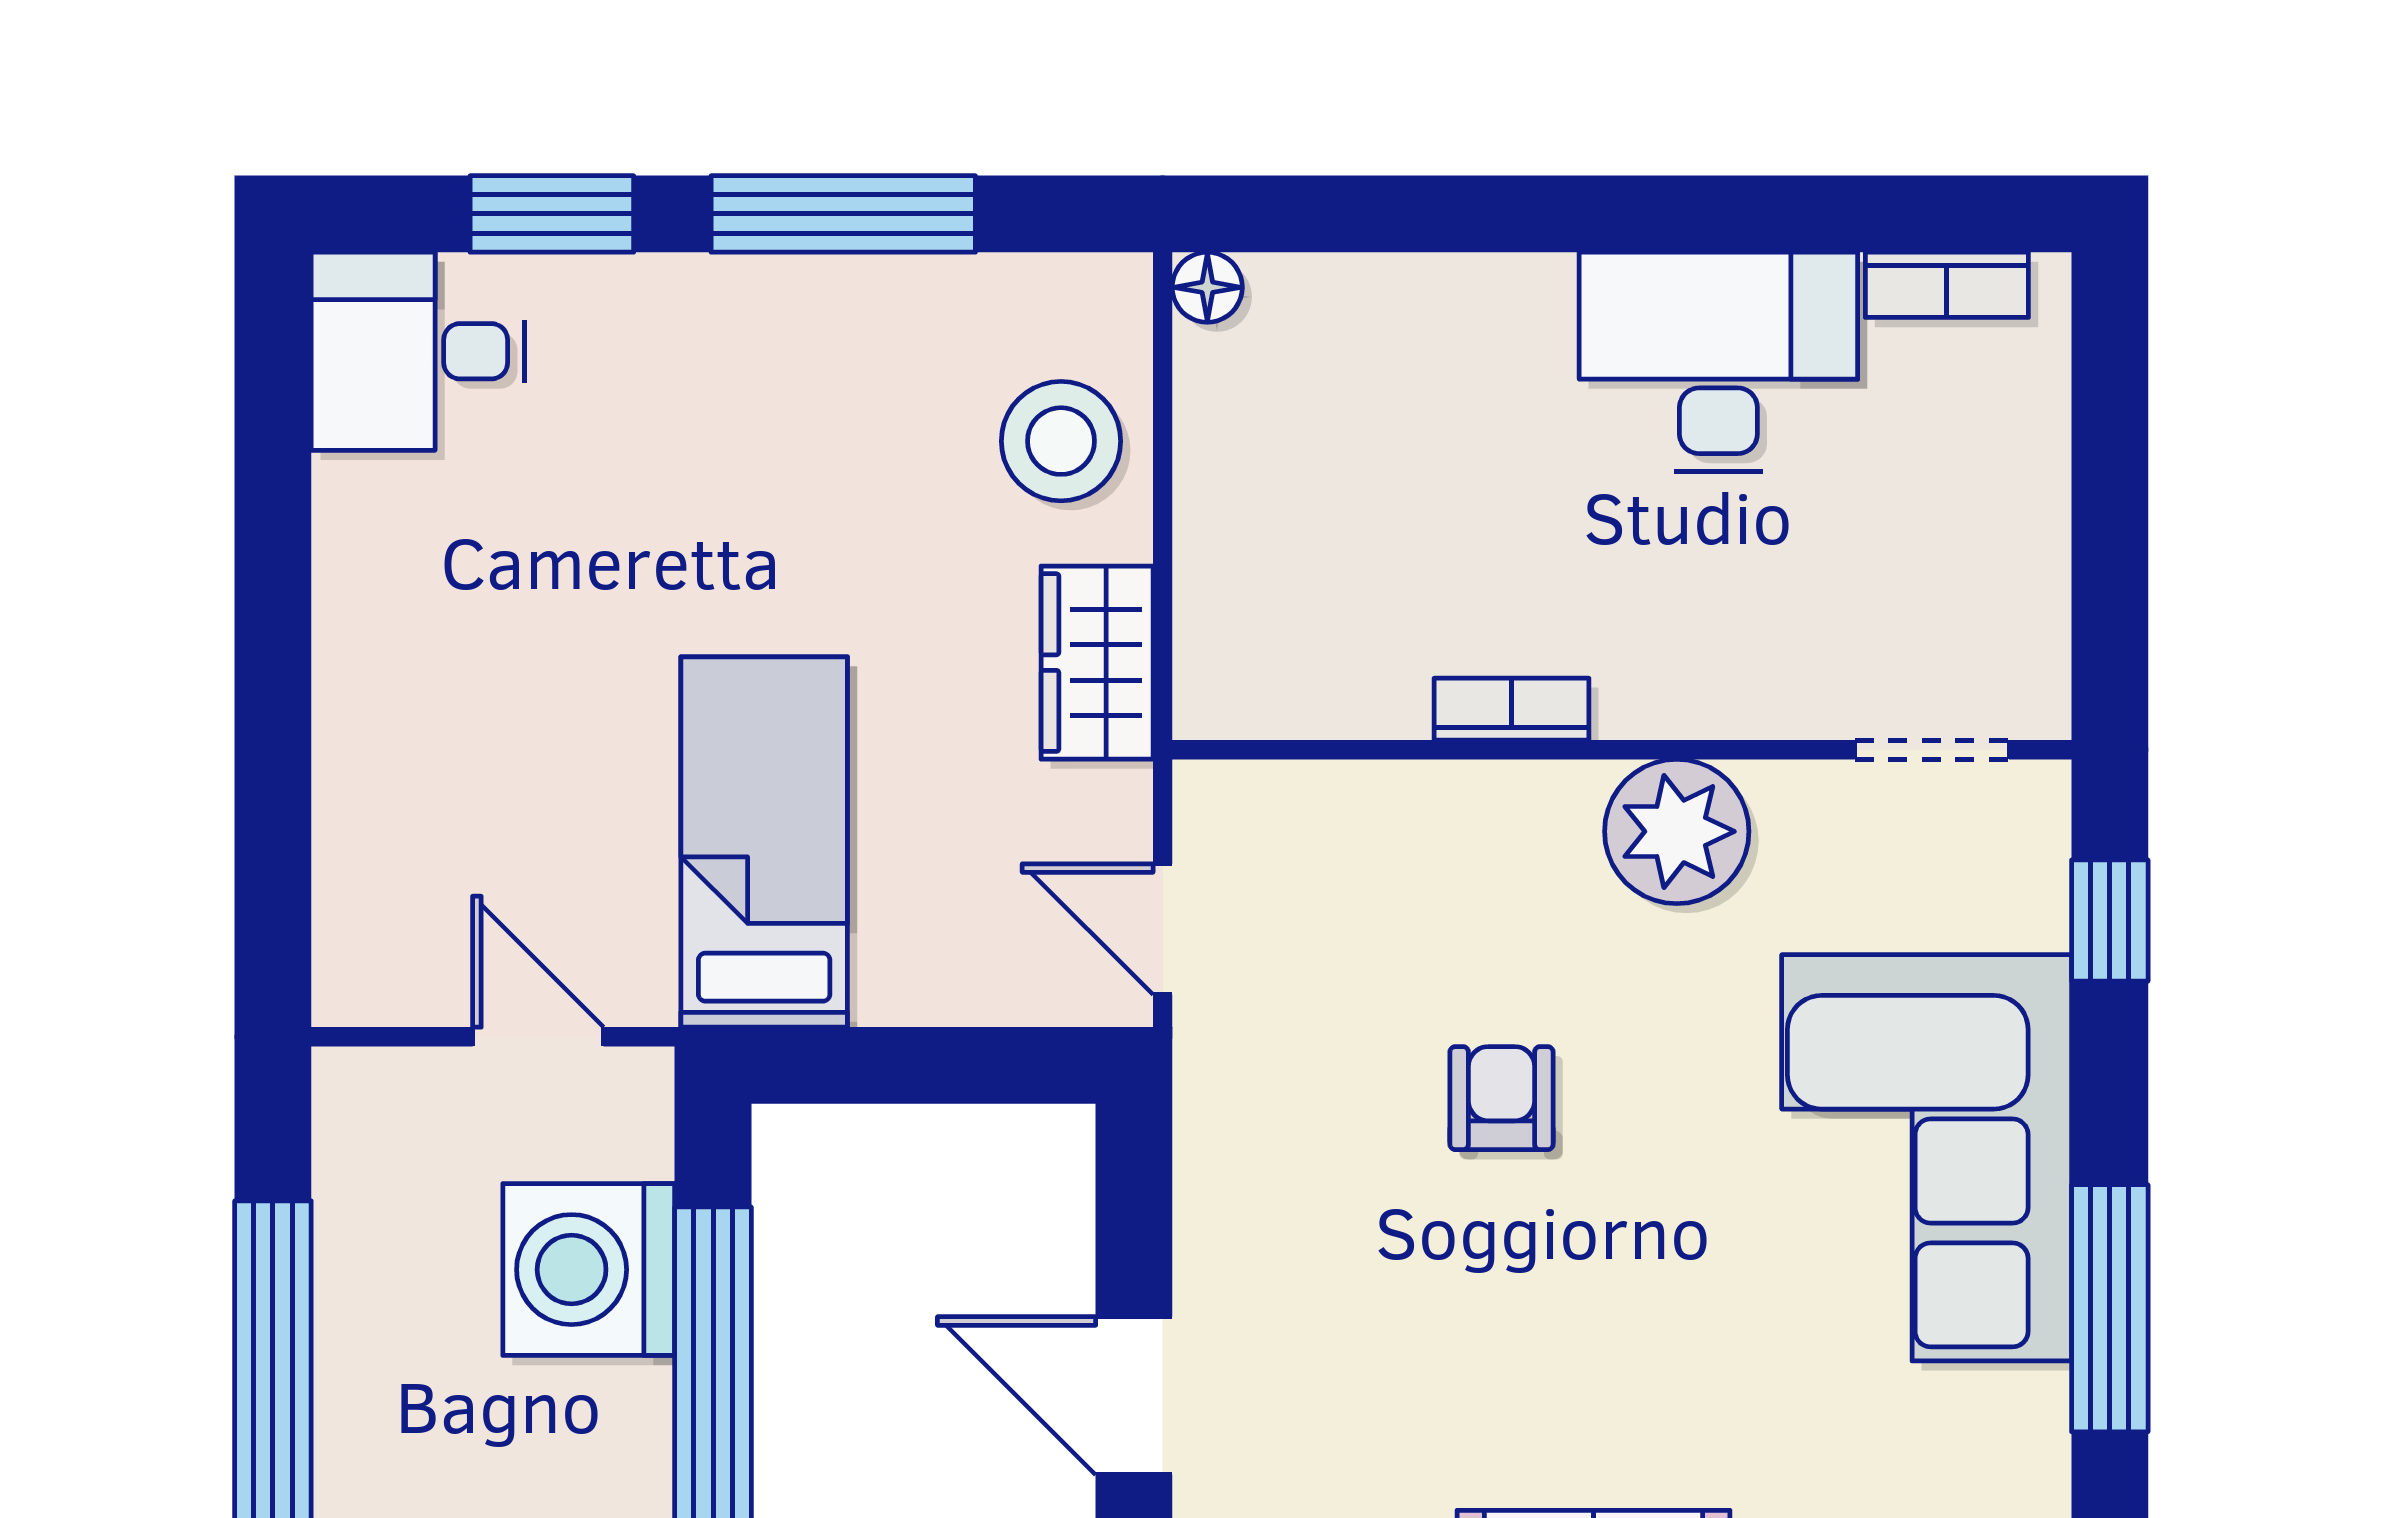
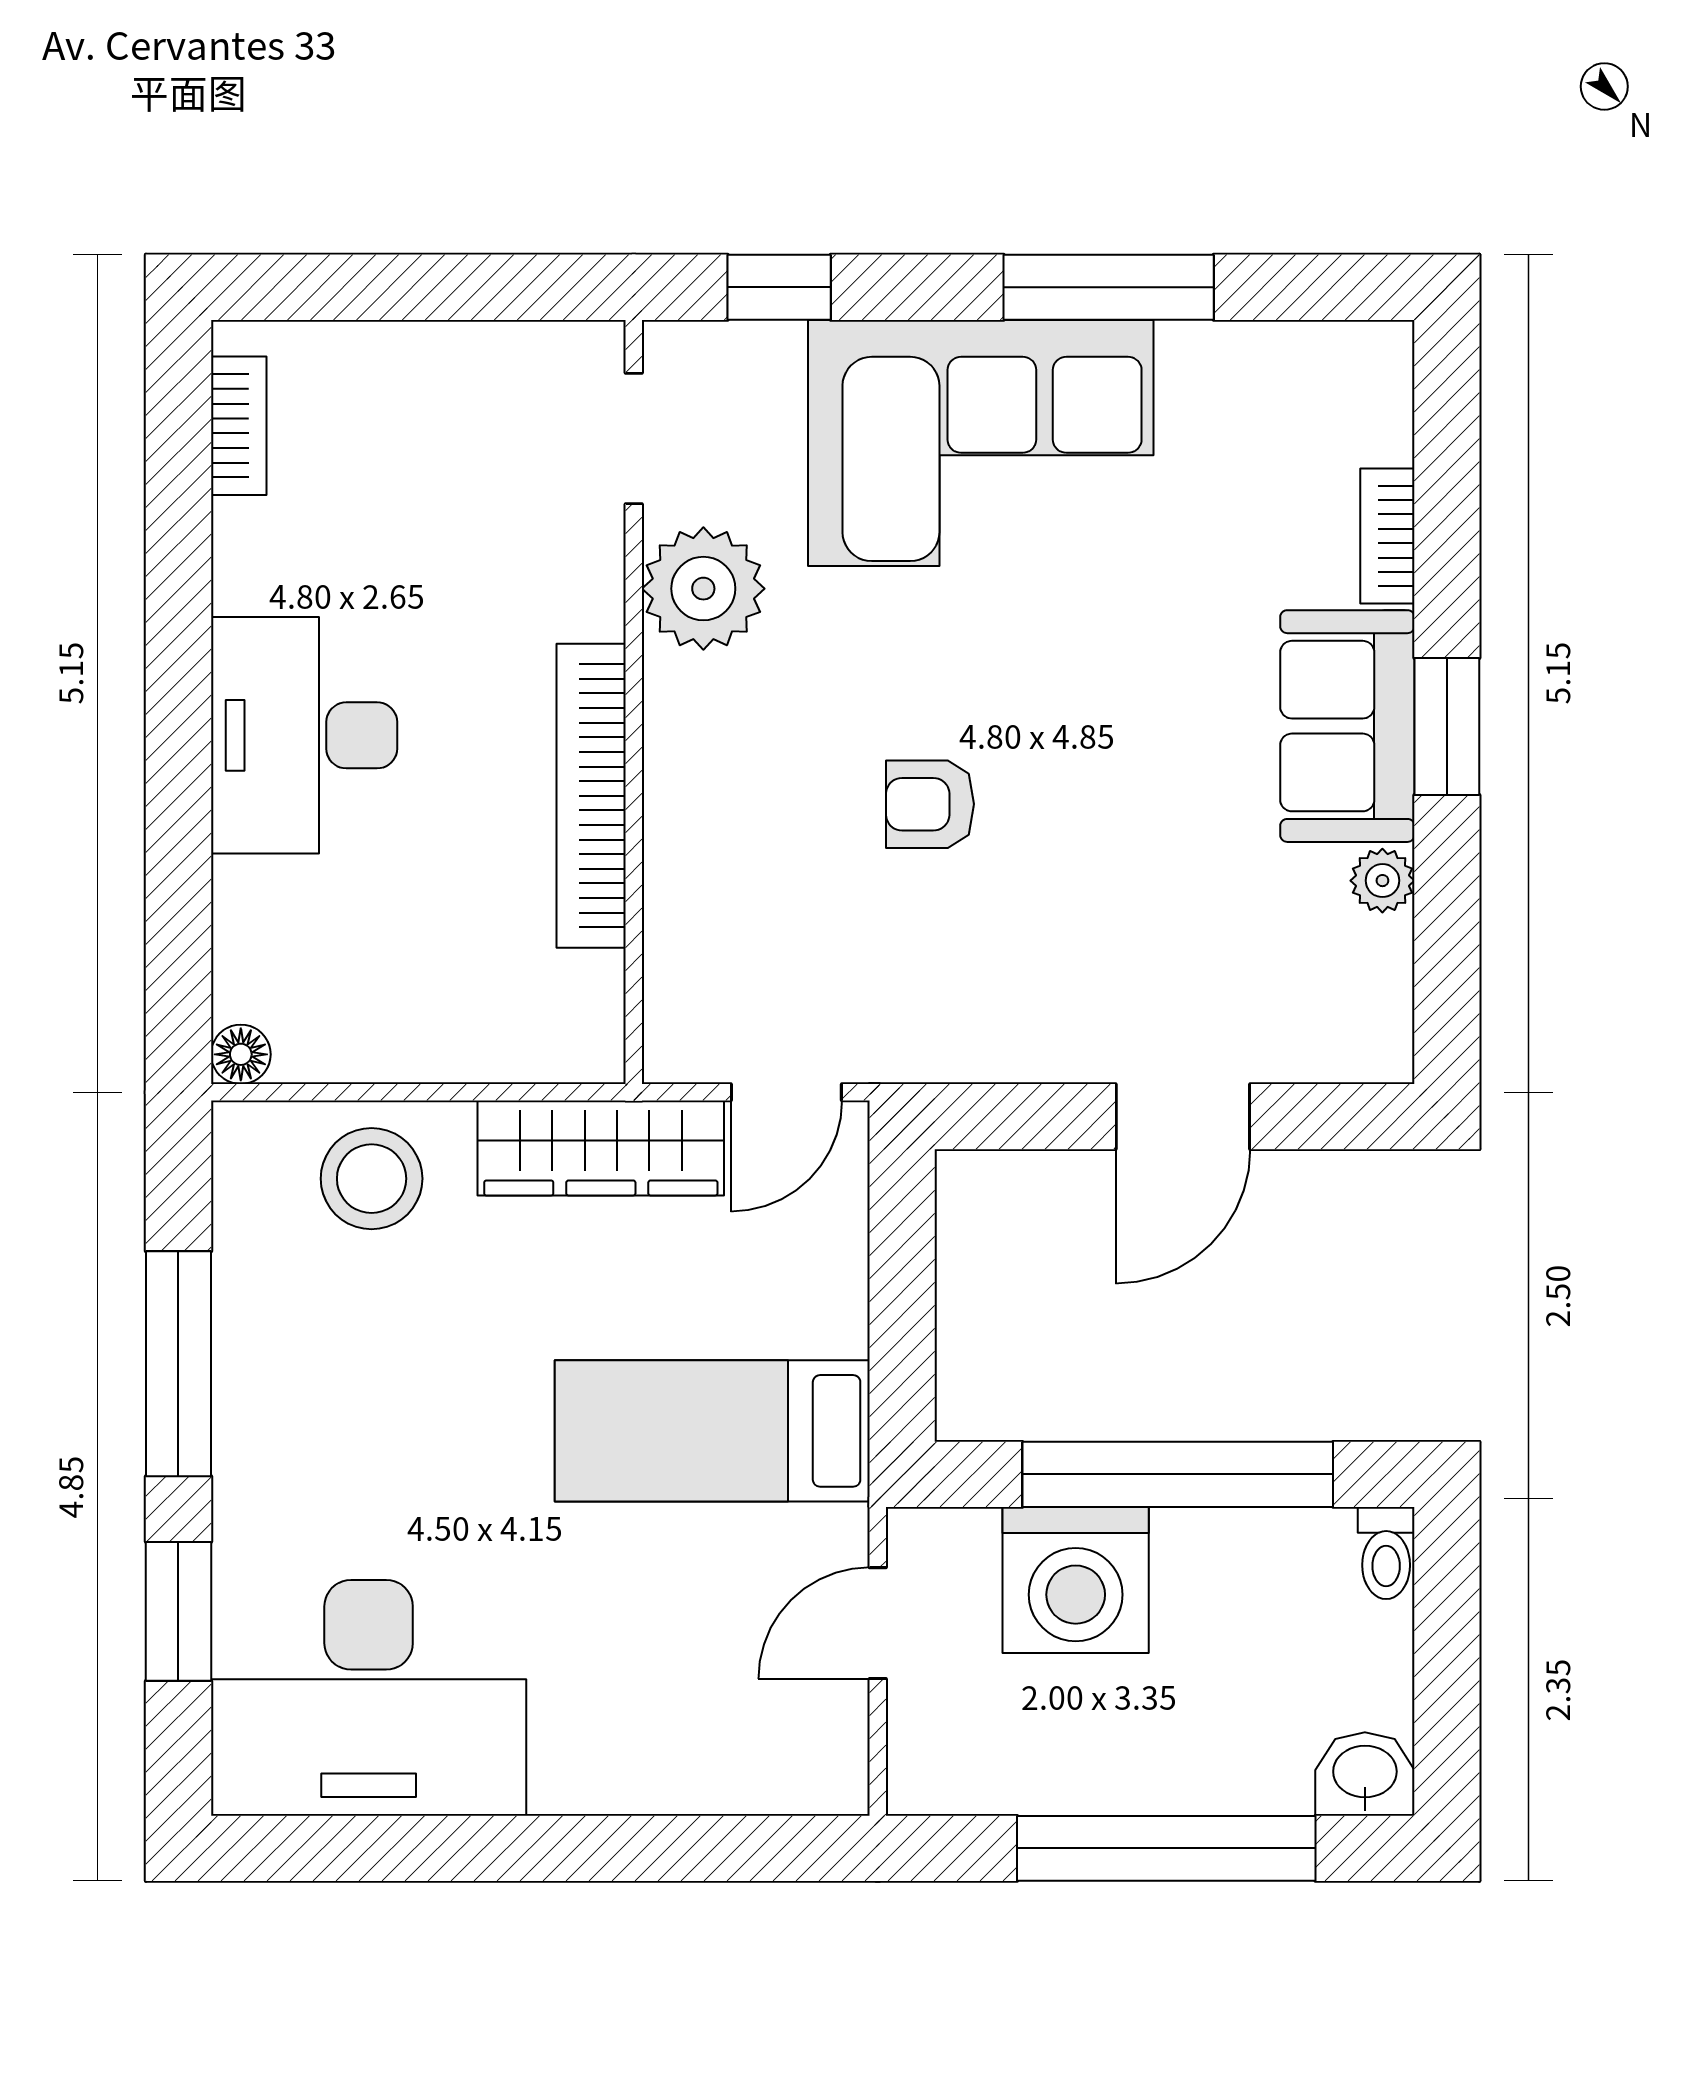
desk: (418, 351) -> (369, 1698), width x1.87, depth x1.30
desk: (1718, 362) -> (304, 735), moved
wardrobe: (1097, 663) -> (601, 1148), width x1.50
bookcase: (1511, 709) -> (591, 796), width x2.31, depth x1.31
plant: (1677, 831) -> (703, 589), moved

